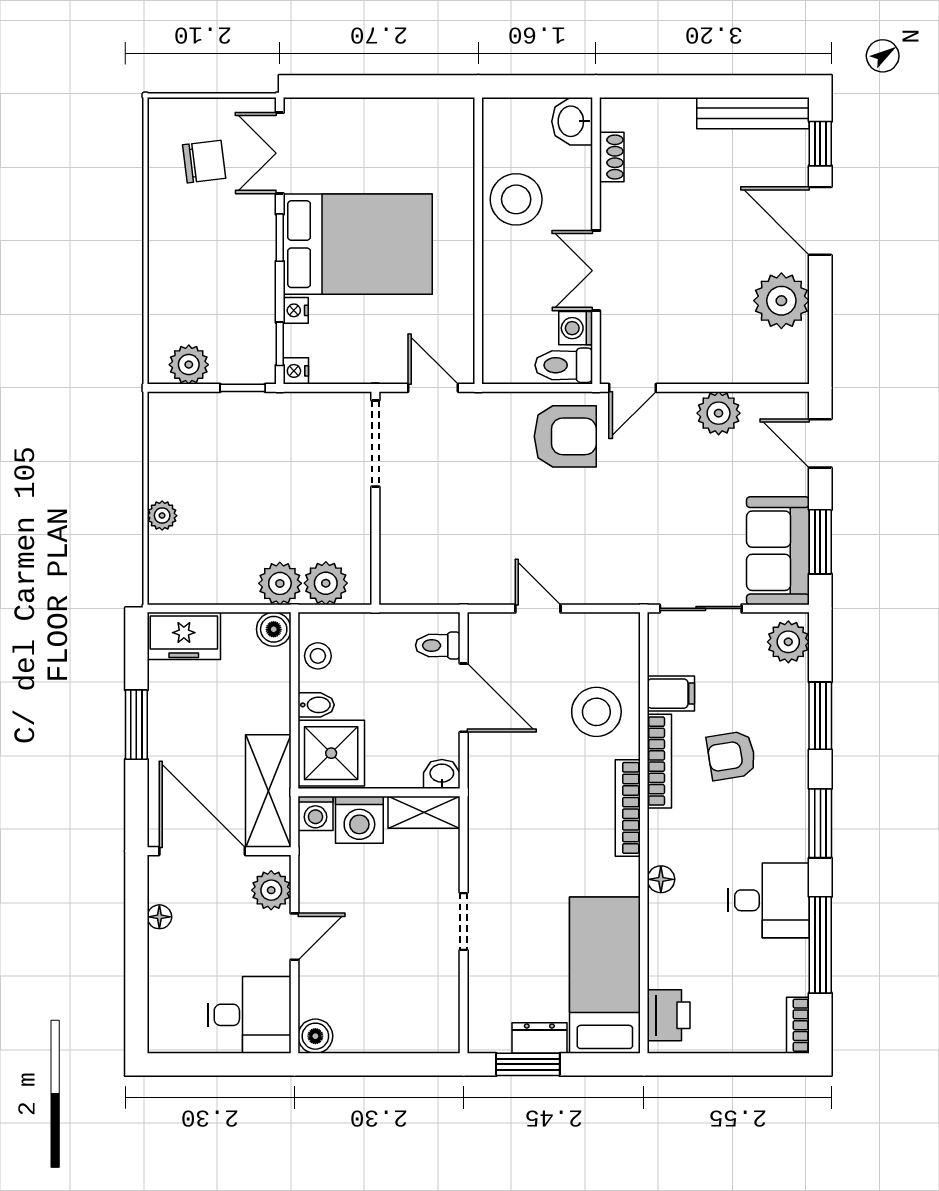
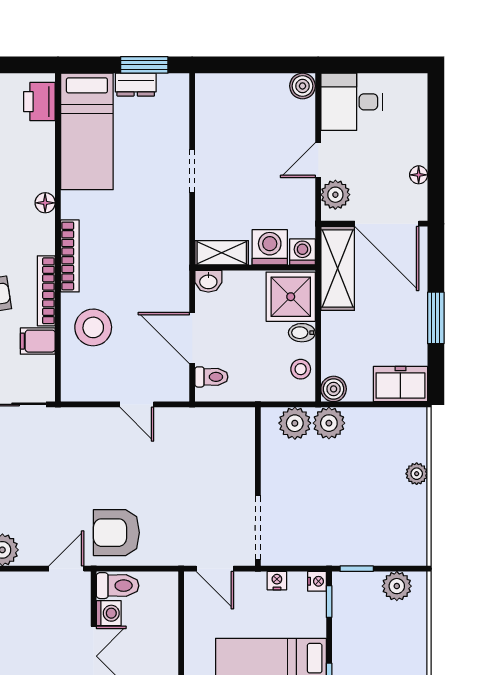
nightstand: (296, 310) -> (277, 581), moved, turned -90

